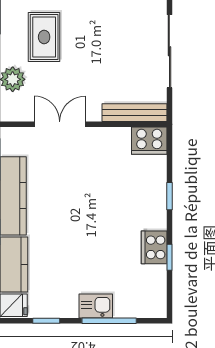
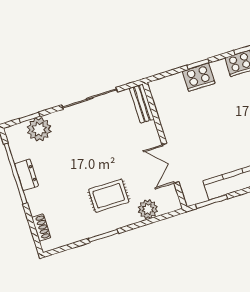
bench: (135, 113) -> (142, 104), width x0.73
cooker: (149, 141) -> (199, 77), moved, turned 90

